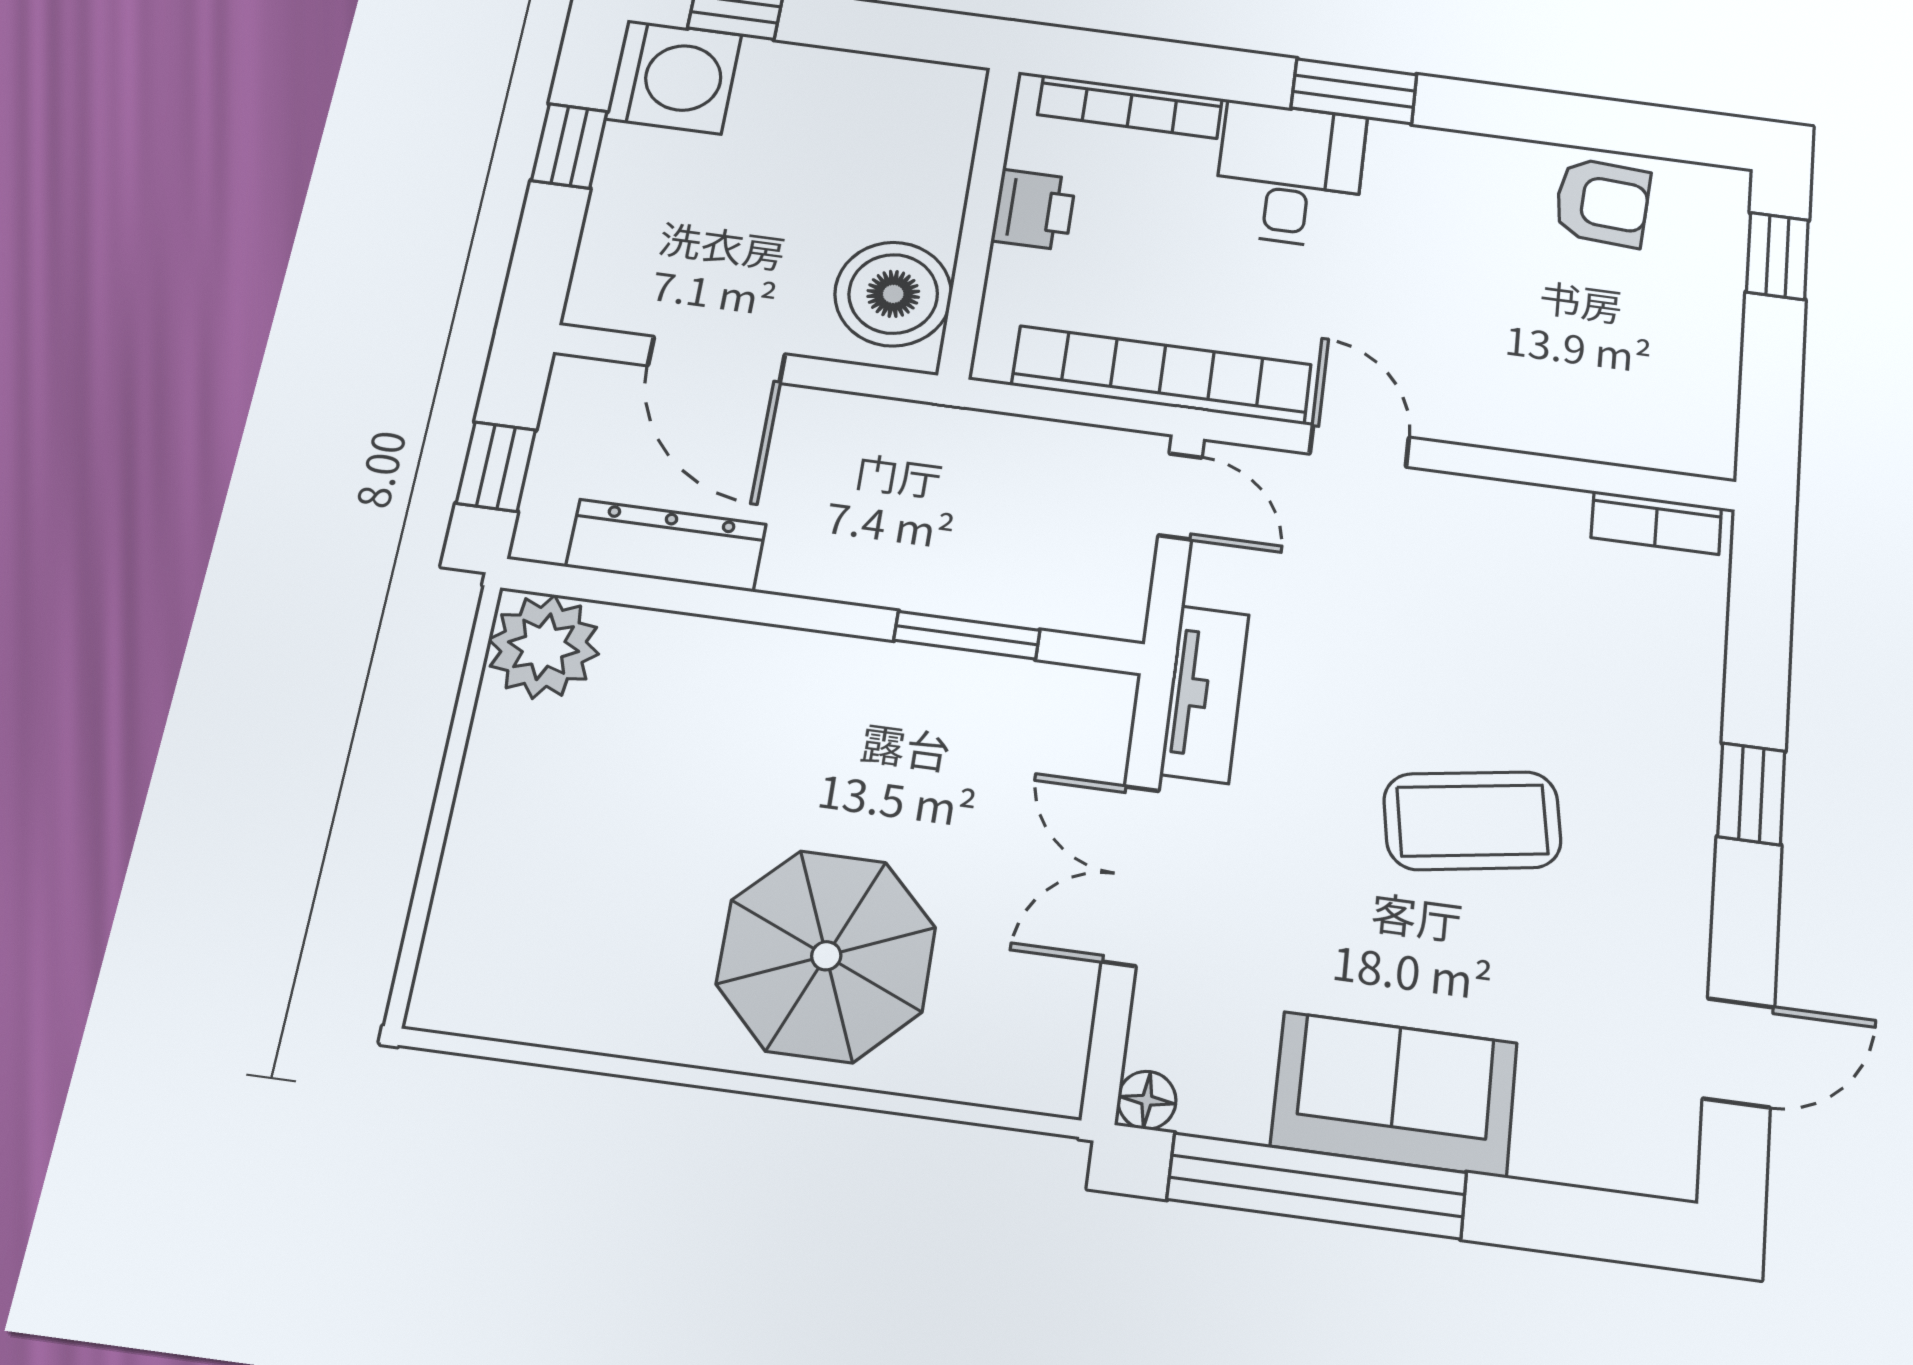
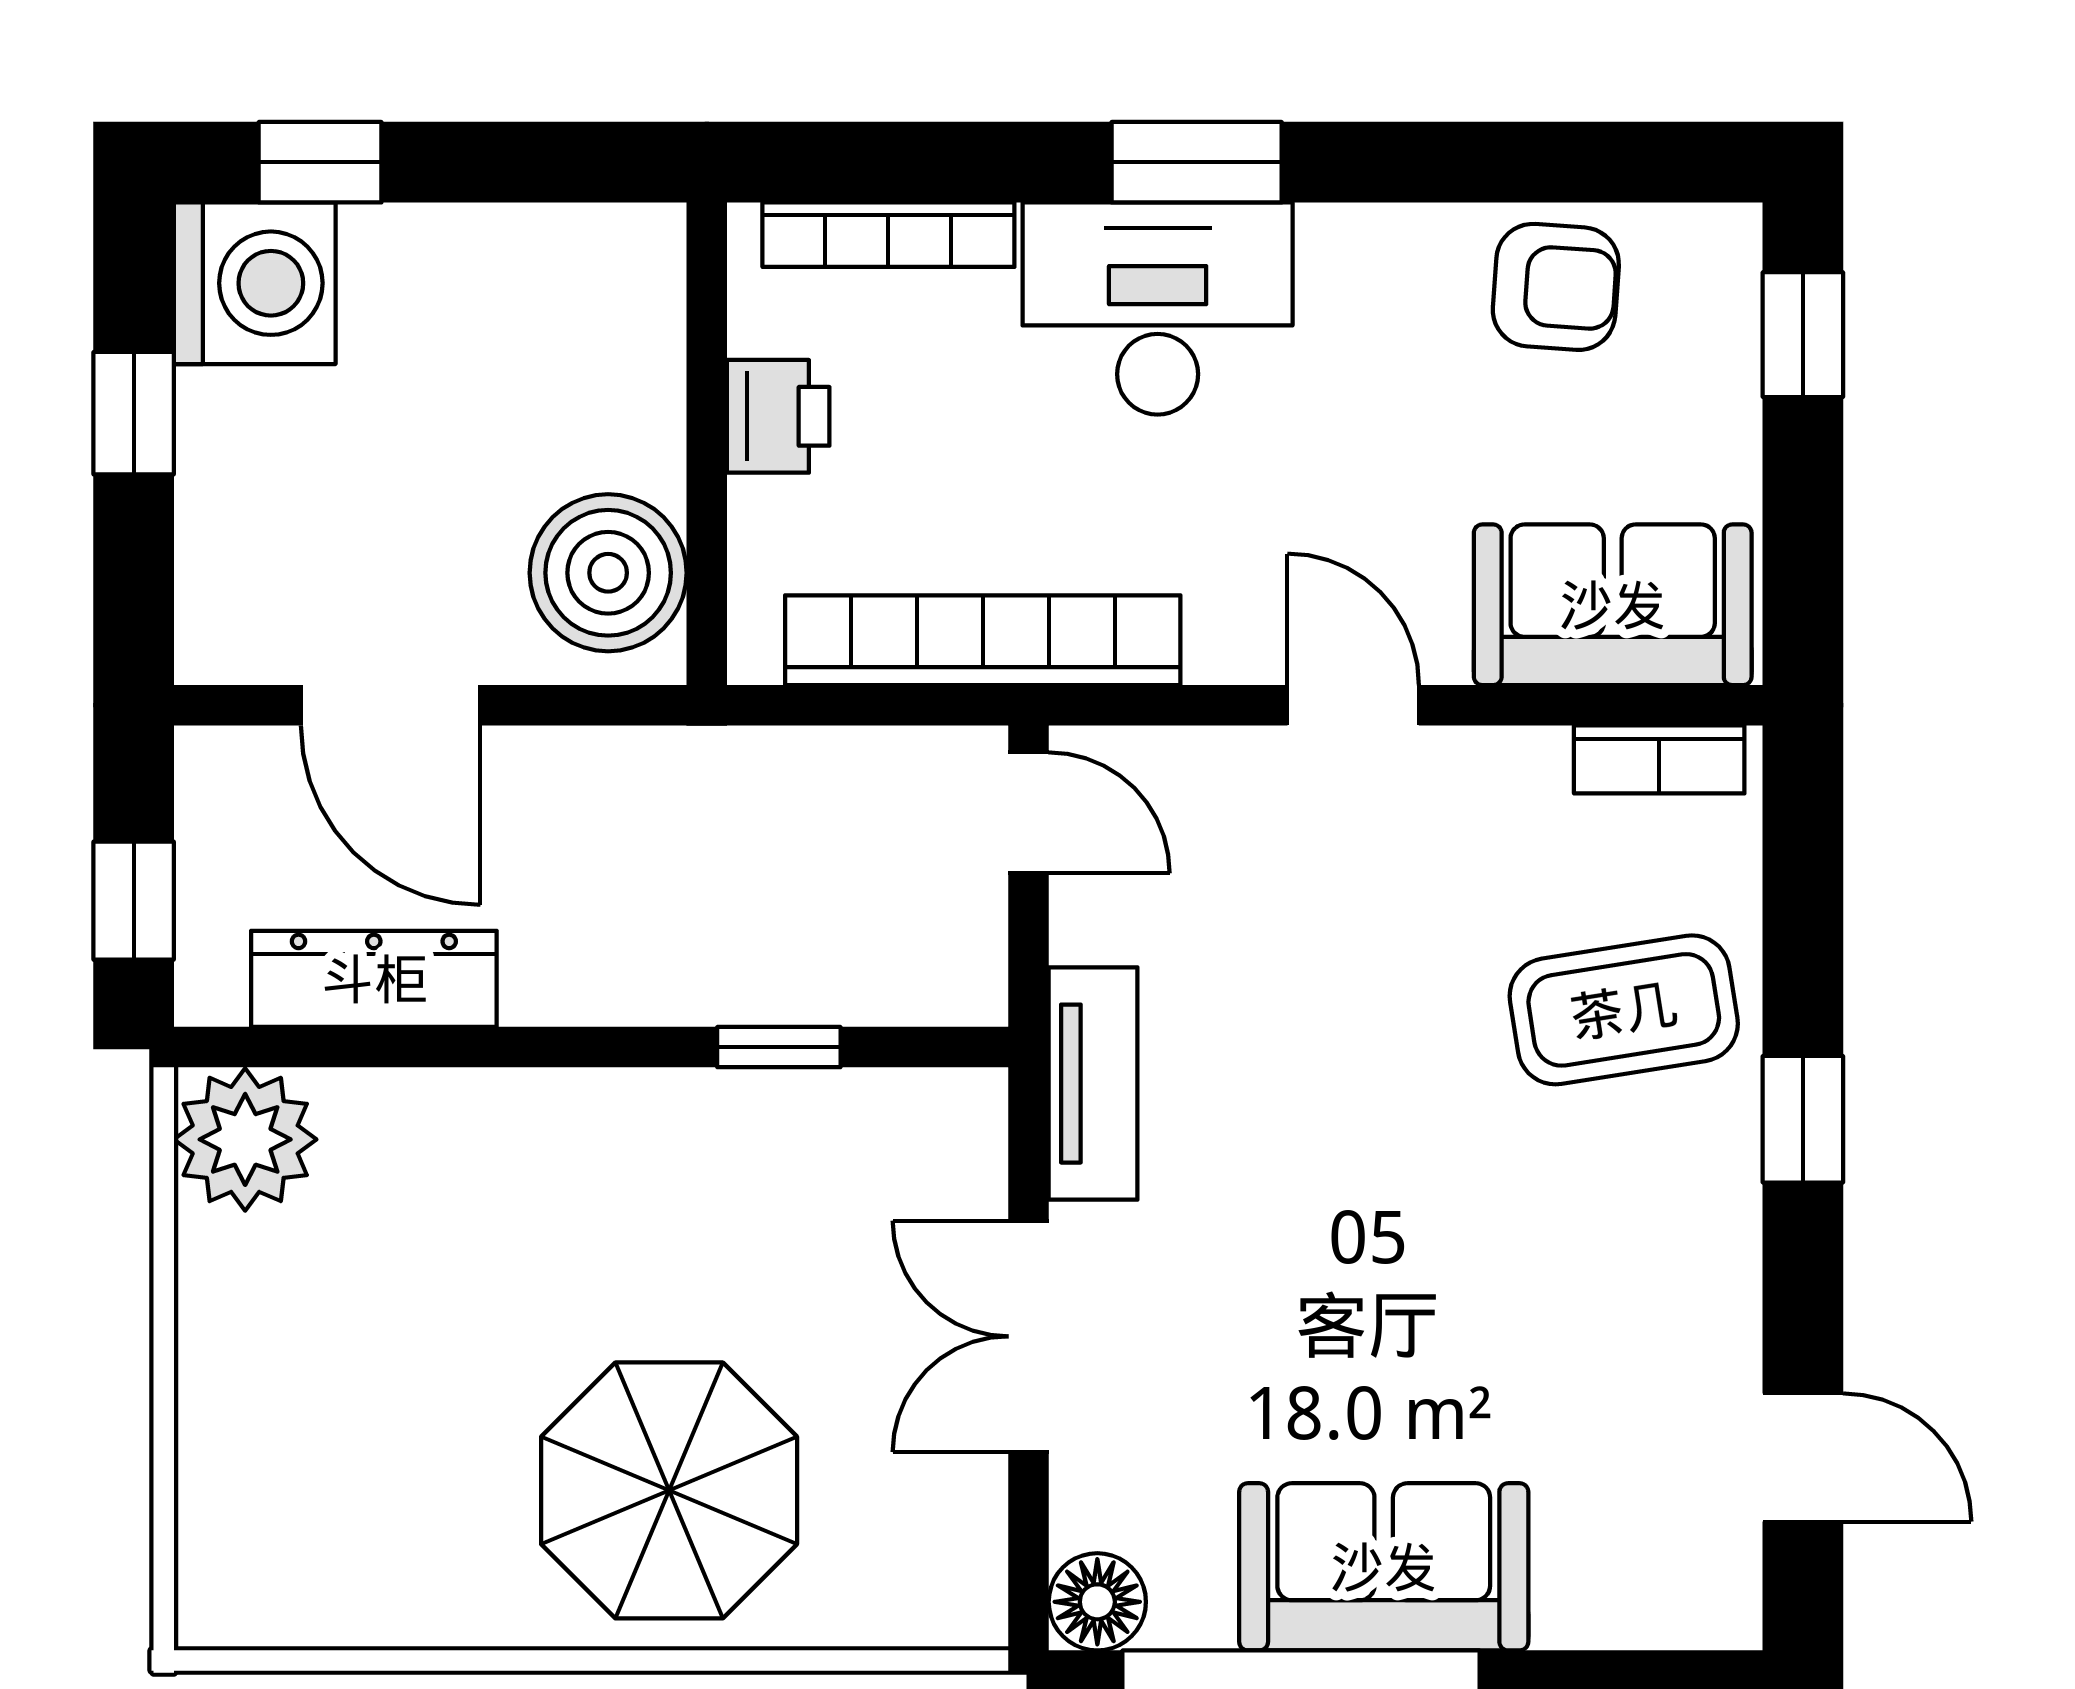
desk: (1290, 174) -> (1158, 308), width x1.37
sofa: (1629, 413) -> (1613, 605), added
door: (1359, 446) -> (1353, 705), moved
window: (967, 635) -> (779, 1047), width x0.67
coffee table: (1472, 821) -> (1624, 1010), moved
door: (1739, 1053) -> (1803, 1458), hinge flipped
floor lamp: (1147, 1100) -> (1097, 1602), width x1.37, depth x1.37

